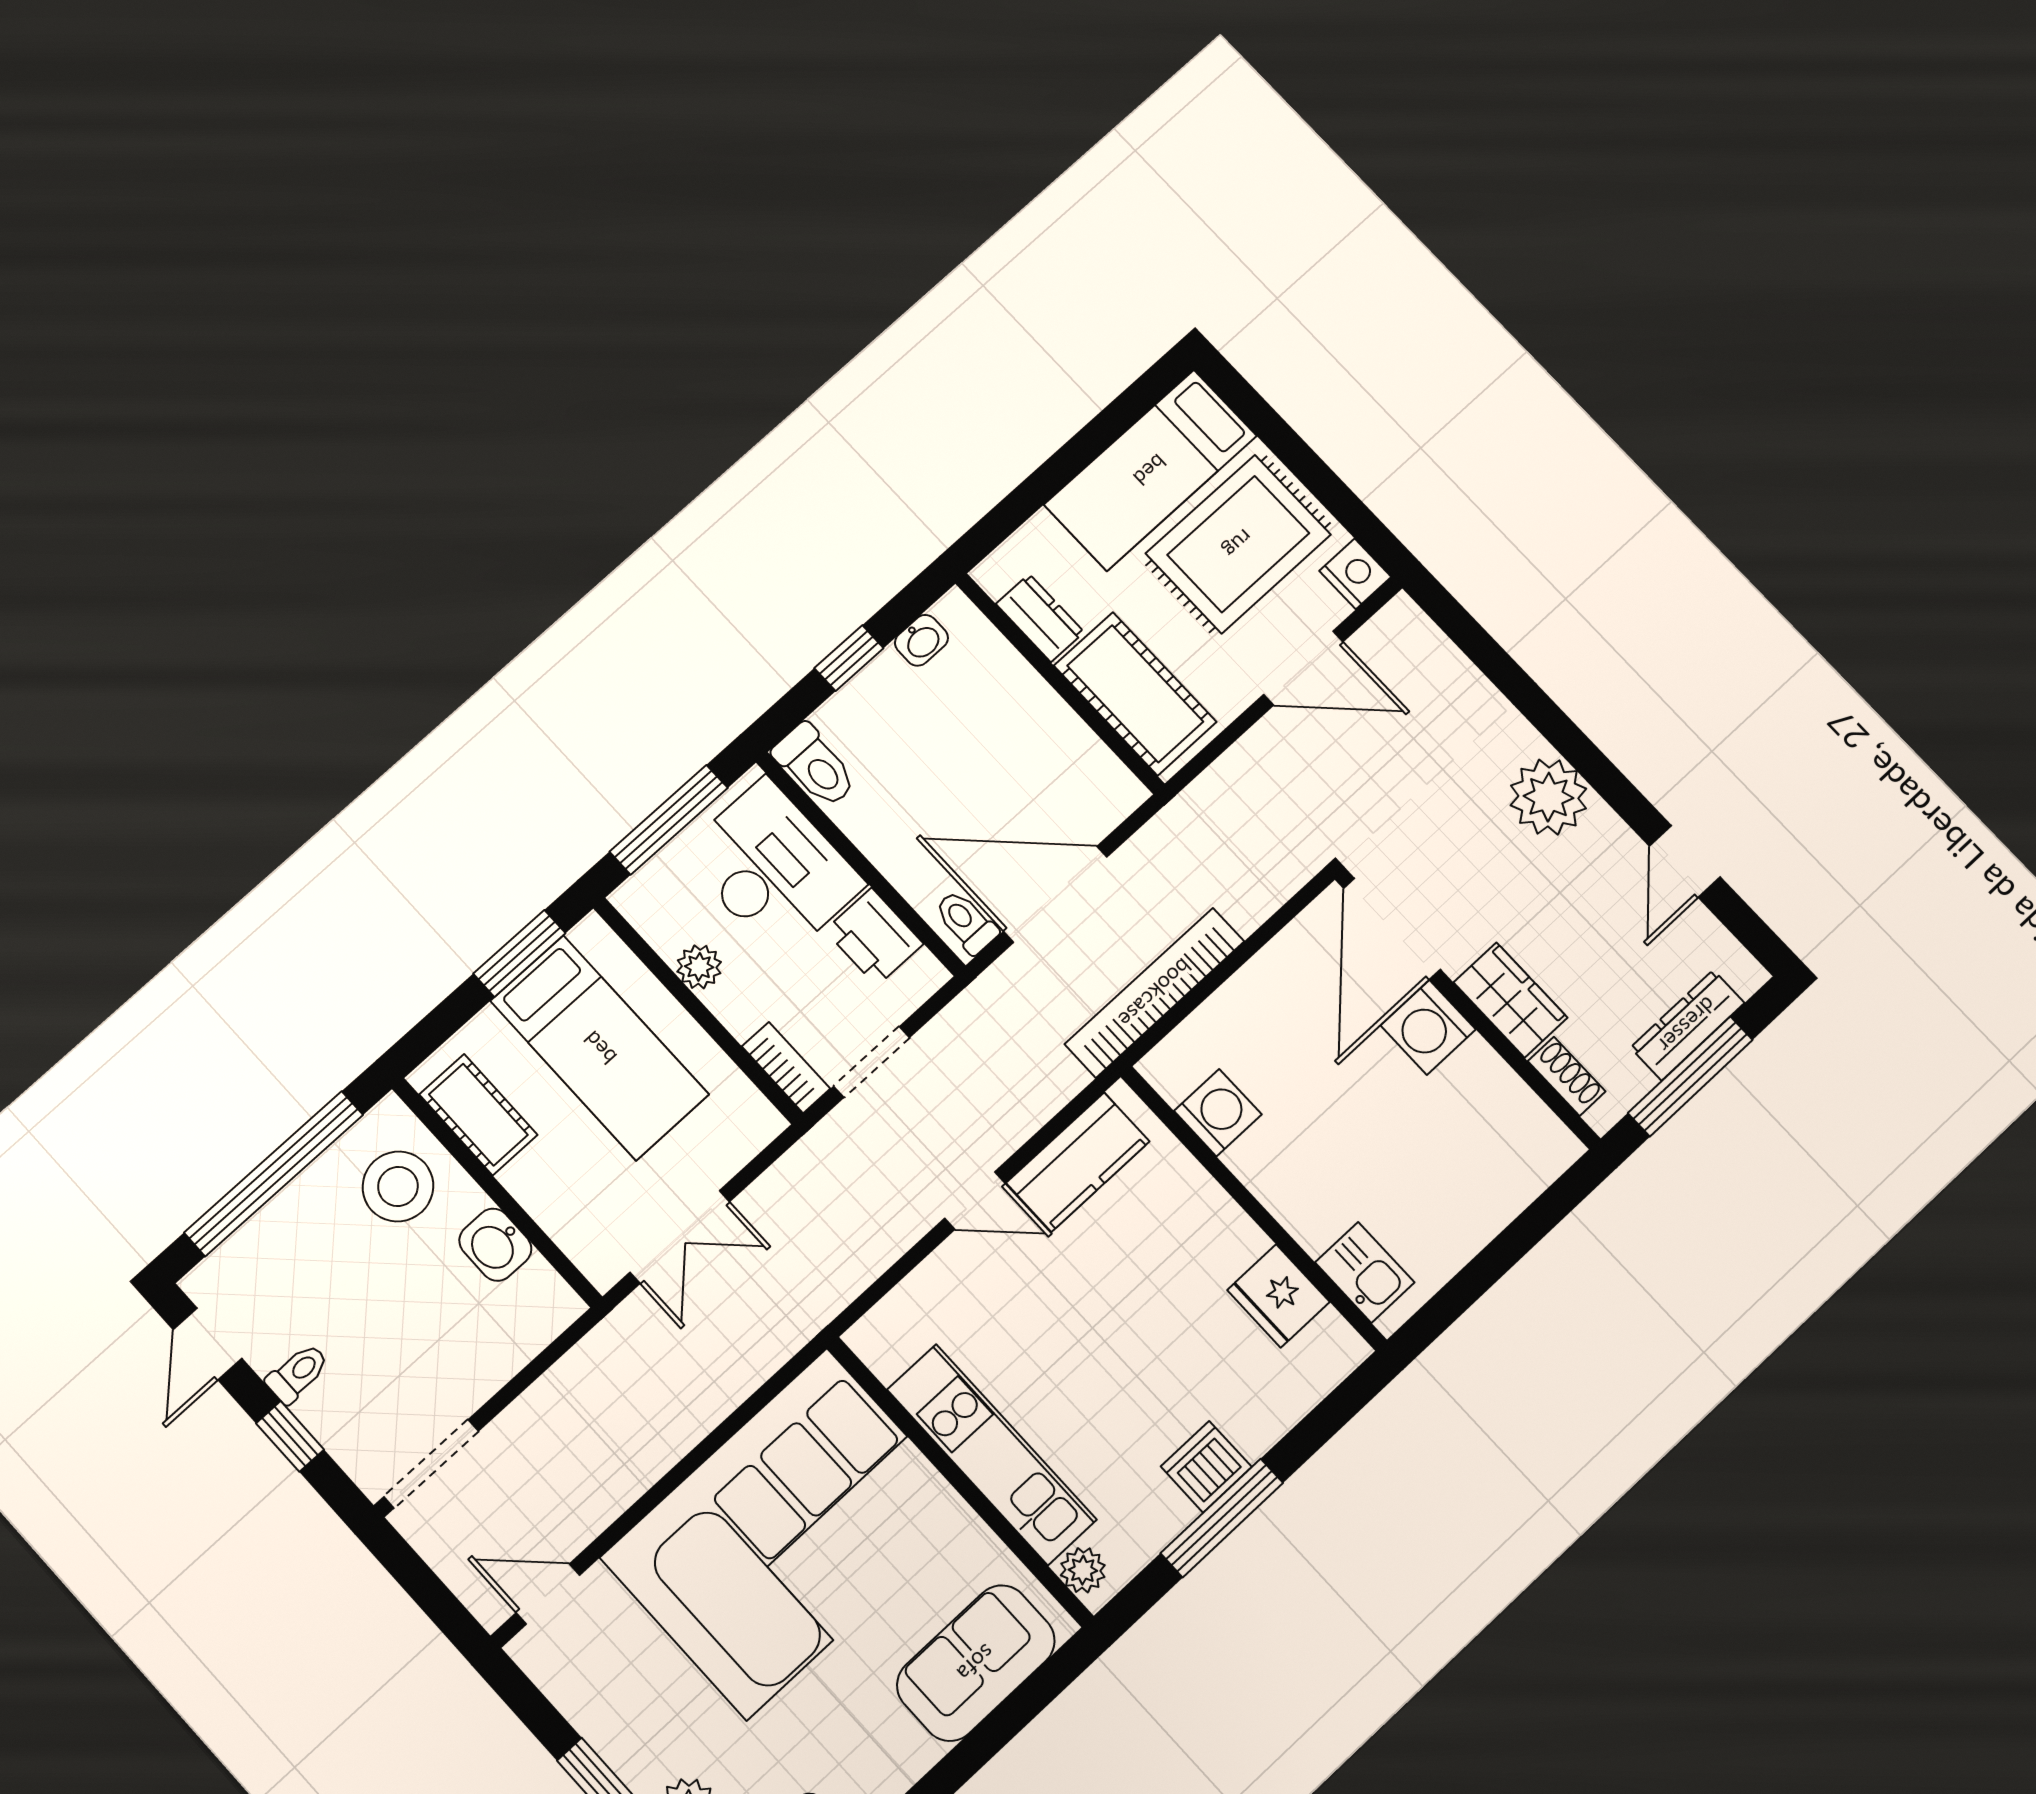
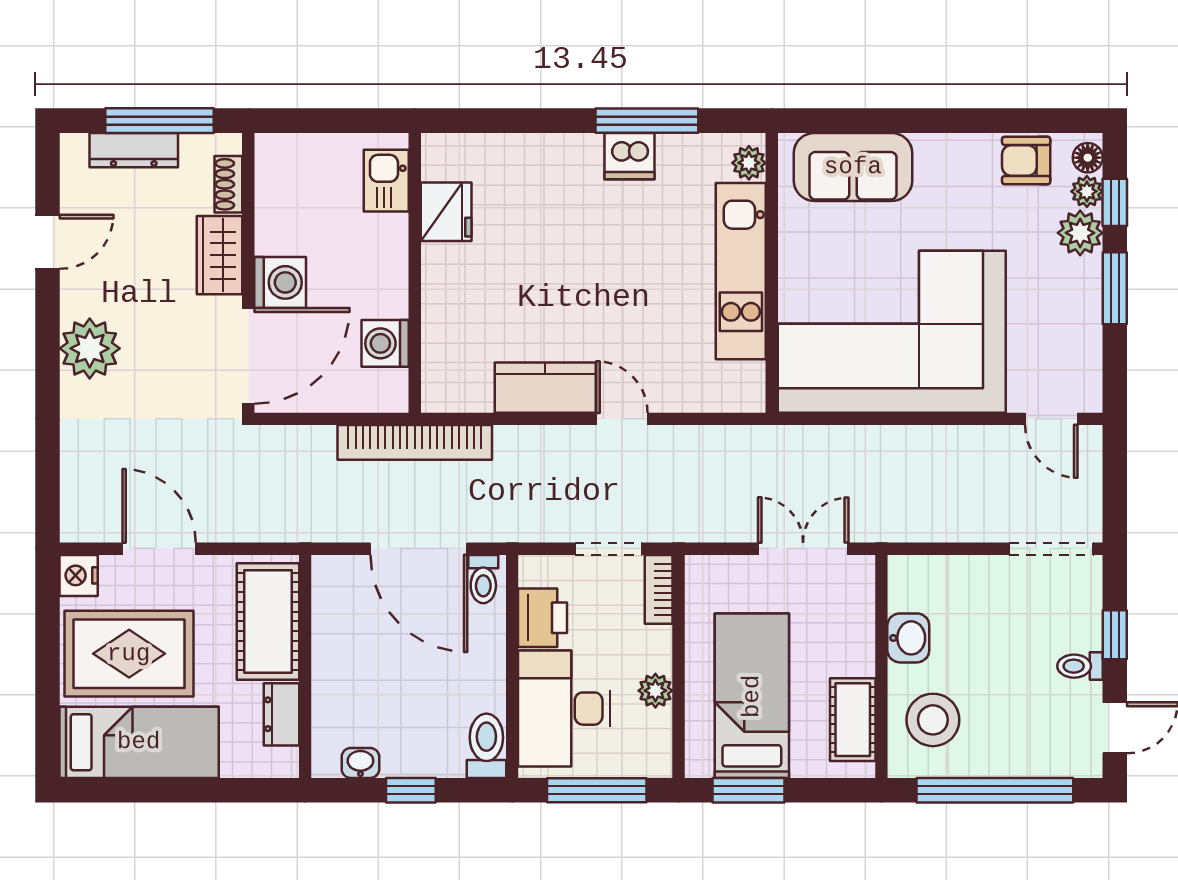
washing machine: (1218, 1113) -> (385, 343), moved
wall: (1253, 1208) -> (415, 273), moved
kitchen sink: (1365, 1272) -> (386, 181), moved
fridge: (1278, 1296) -> (446, 212), moved

